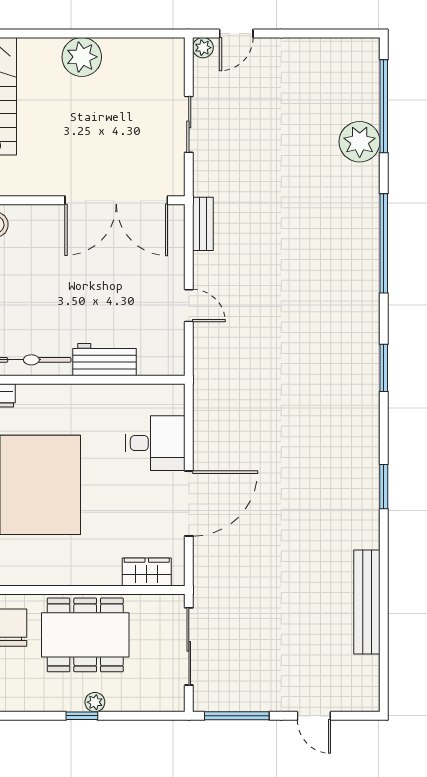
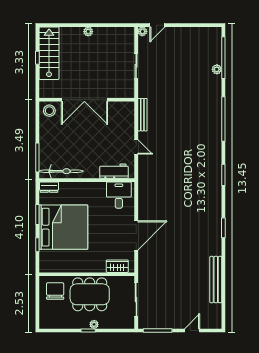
plant: (82, 57) -> (88, 32), width x0.53, depth x0.53
plant: (360, 142) -> (217, 69), width x0.53, depth x0.53
double door: (116, 200) -> (84, 100), moved
bench: (203, 224) -> (142, 115), width x1.36
workbench: (105, 360) -> (114, 171), moved
desk: (155, 443) -> (119, 195), moved, turned -90
door: (314, 716) -> (192, 330), swing flipped

